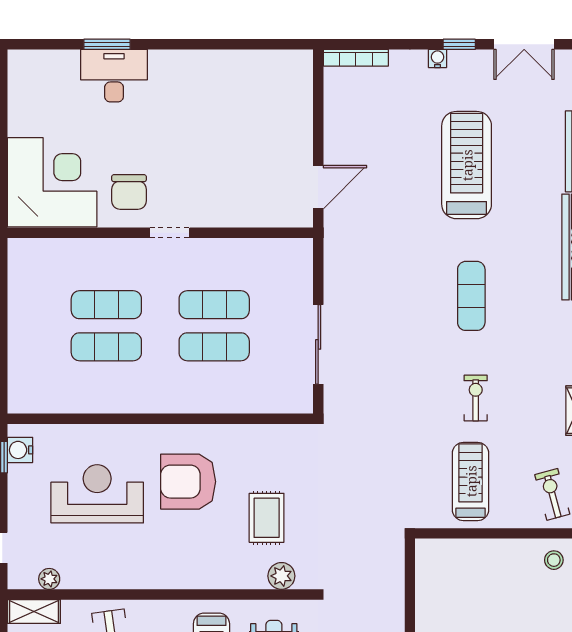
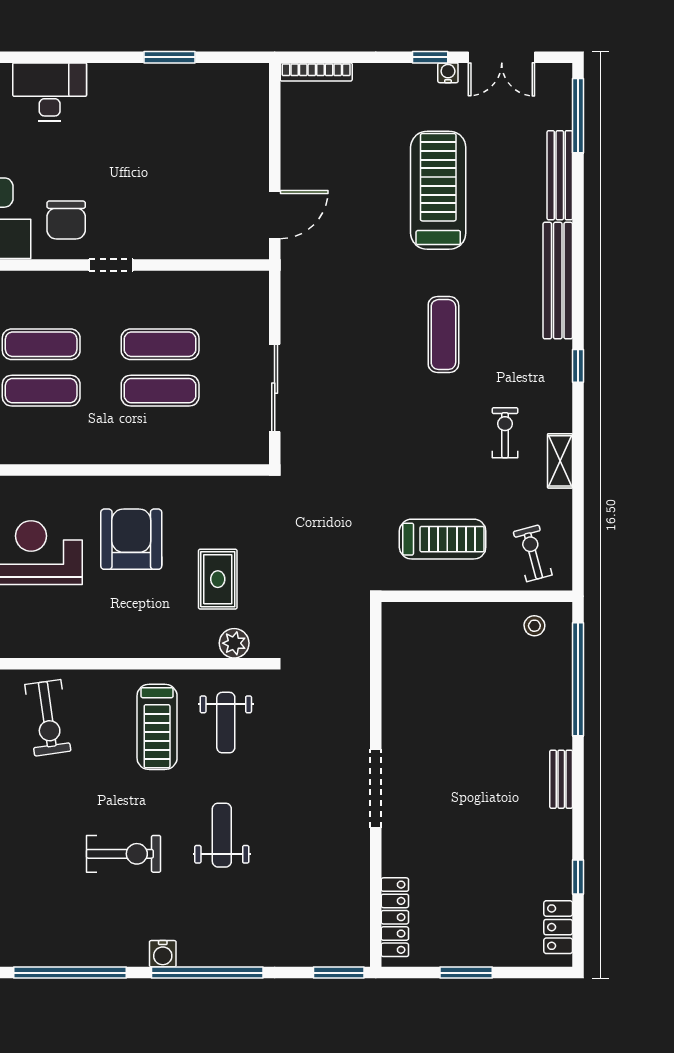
window: (107, 44) -> (170, 57), moved
water cooler: (437, 58) -> (448, 73), moved
exercise bike: (476, 398) -> (505, 433), moved
treadmill: (471, 481) -> (443, 539), turned 90
armchair: (188, 482) -> (131, 539), turned 90

